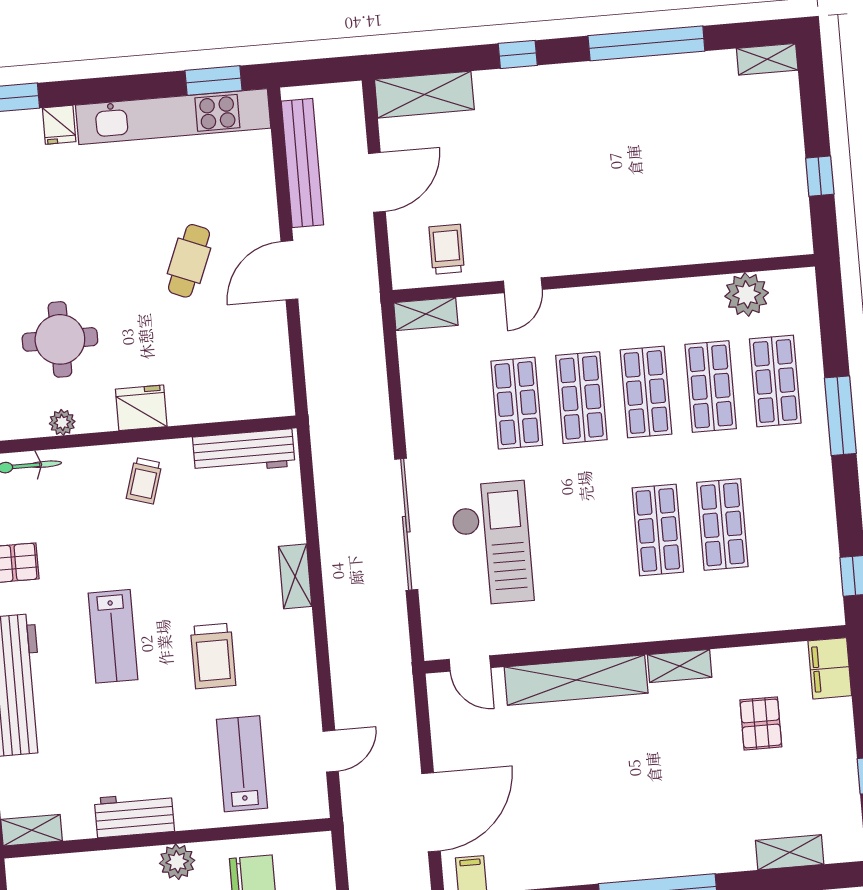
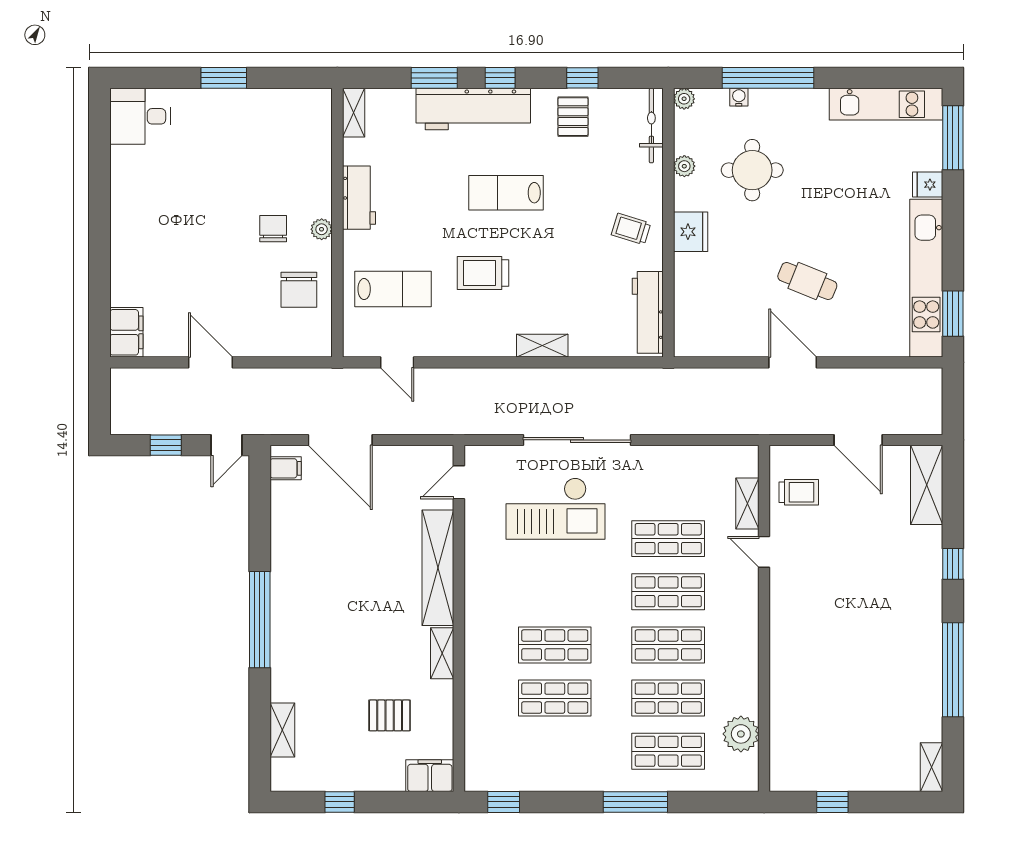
bench: (302, 163) -> (879, 380), removed
shelving: (426, 314) -> (747, 504), moved
plant: (177, 862) -> (322, 229), width x0.73, depth x0.73

